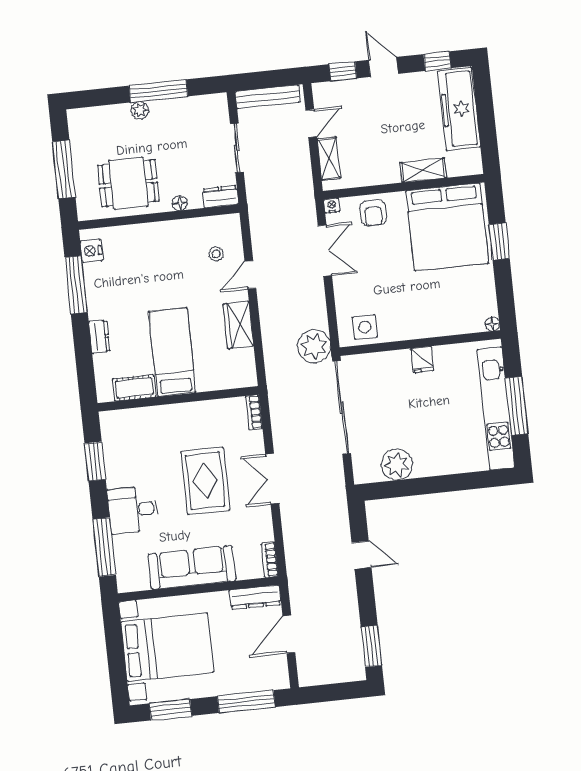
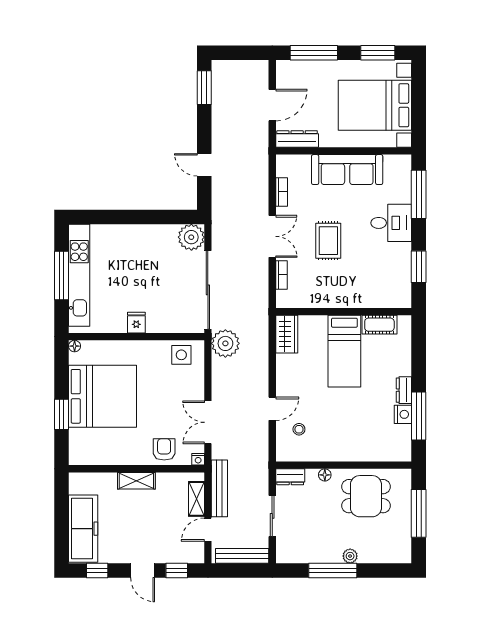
shelving: (423, 170) -> (136, 481), moved
bench: (303, 174) -> (219, 488), added
bed: (447, 227) -> (103, 396), moved, turned 90
nightstand: (91, 251) -> (403, 414), moved
wardrobe: (238, 325) -> (287, 334), moved
dresser: (99, 337) -> (404, 390), moved
bookcase: (254, 412) -> (282, 275), moved
plant: (397, 465) -> (191, 237), moved
rug: (205, 481) -> (328, 241), width x0.73, depth x0.70
bookcase: (270, 560) -> (282, 192), moved

